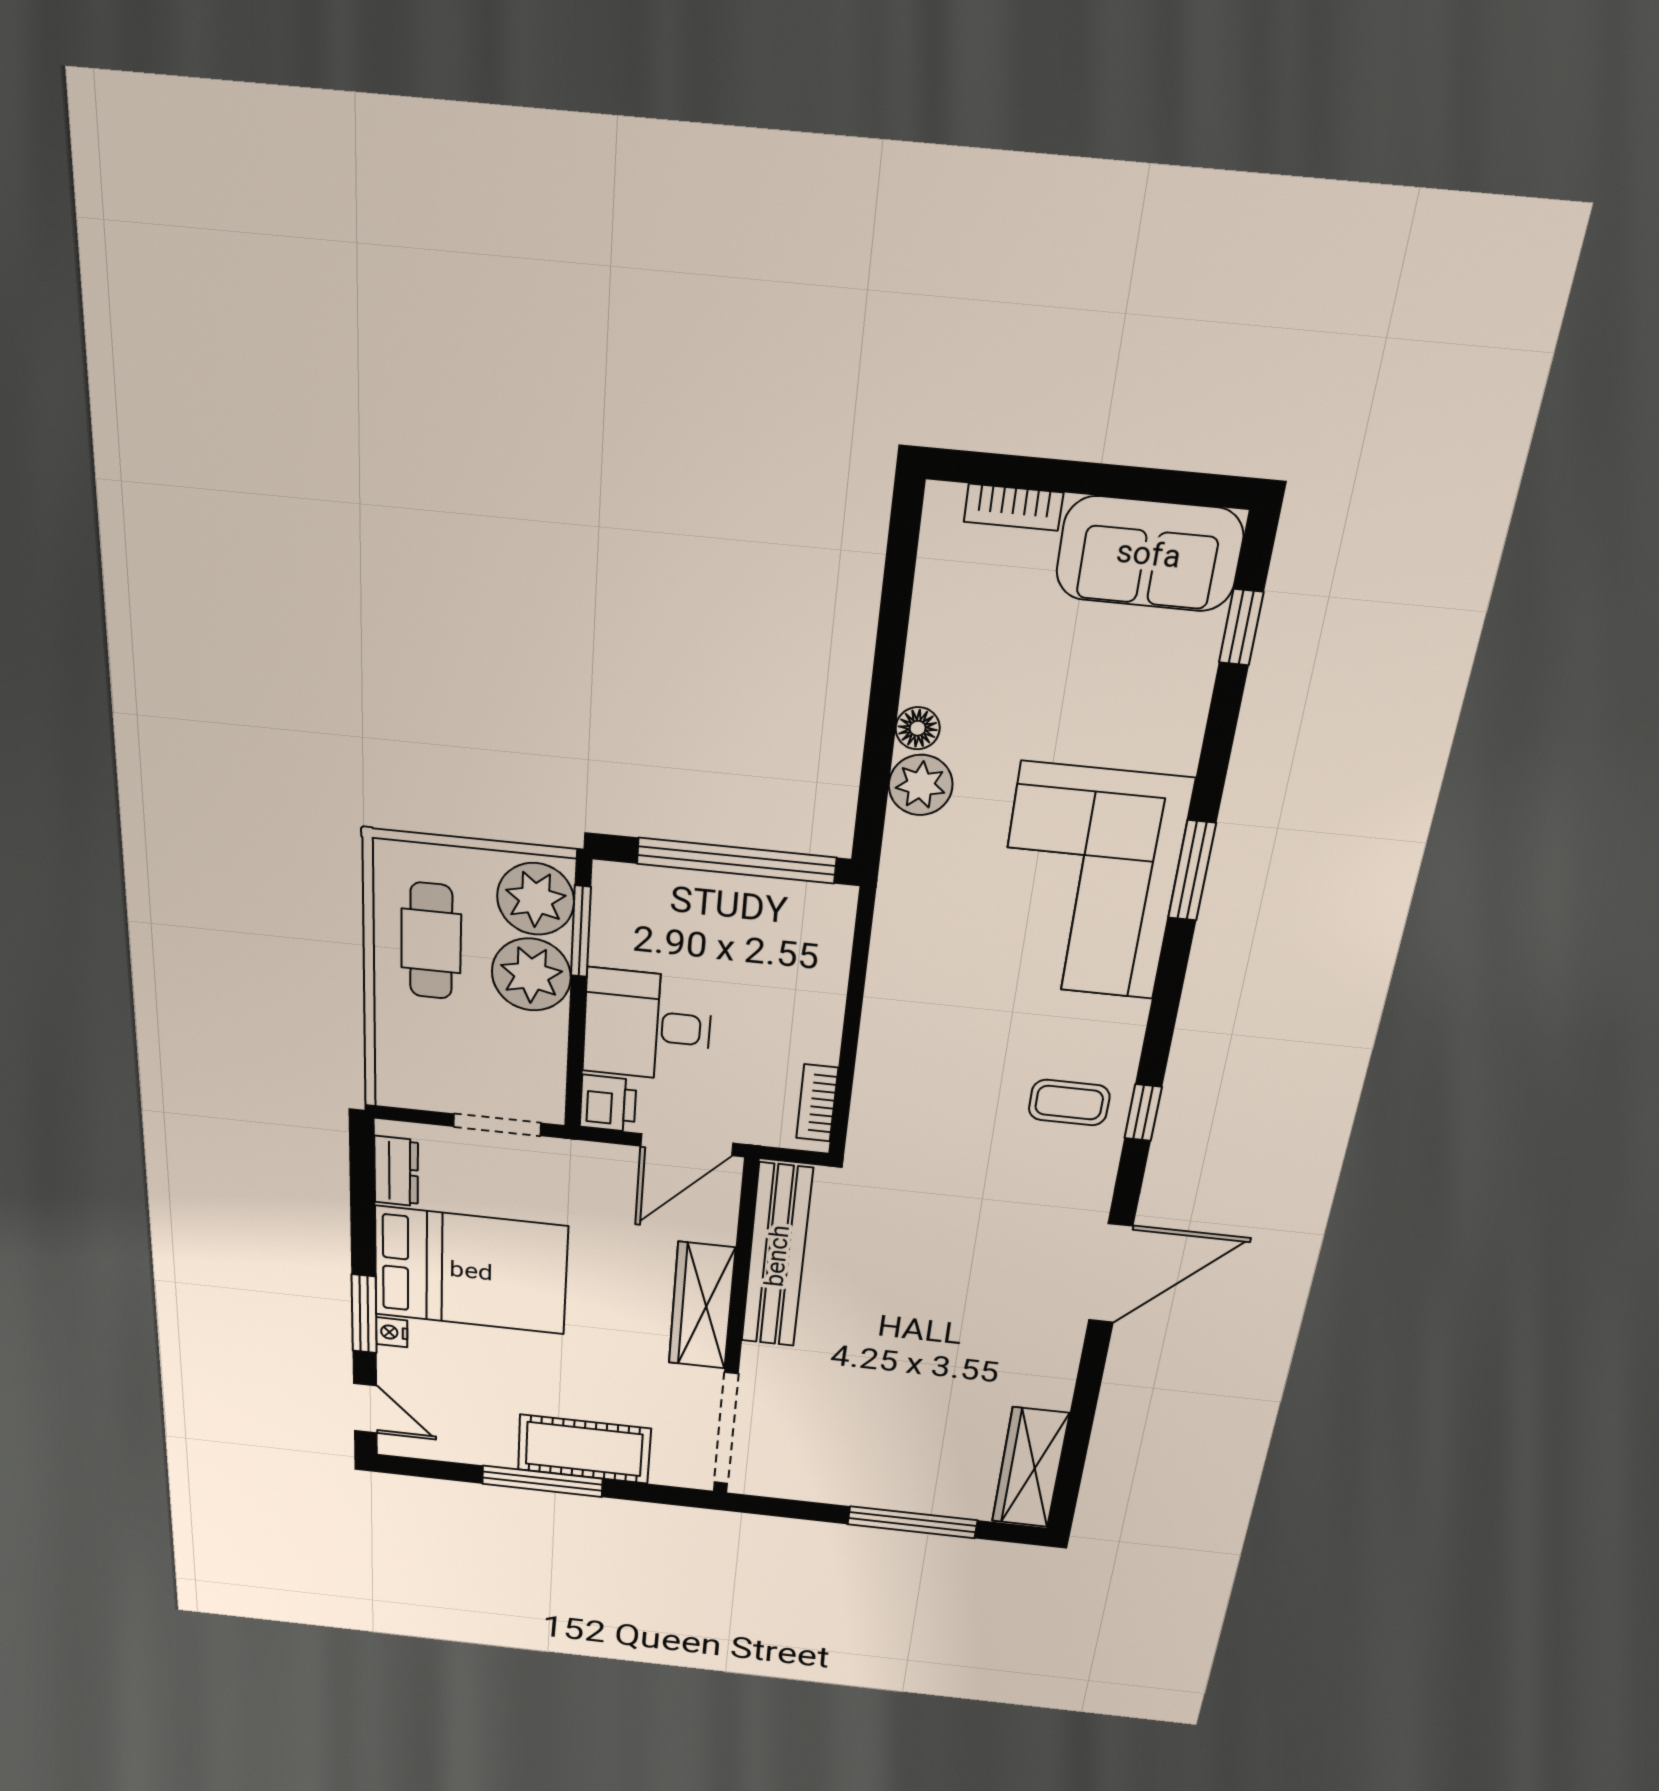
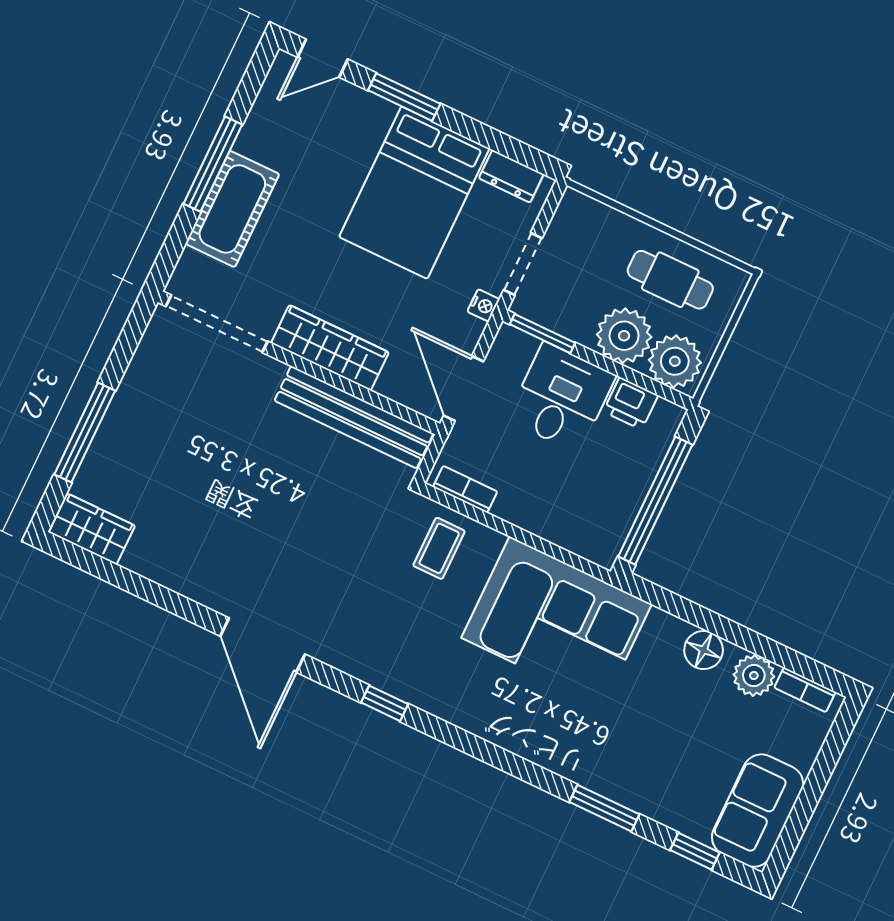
bookcase: (1013, 507) -> (805, 690), moved, turned -90
floor lamp: (918, 728) -> (704, 650), width x1.37, depth x1.37
plant: (921, 785) -> (754, 676), moved
window: (1192, 871) -> (604, 808), moved
corner sofa: (1088, 883) -> (557, 621), moved, turned 180
window: (581, 931) -> (543, 334), moved
printer: (608, 1103) -> (631, 403), moved
coffee table: (1069, 1103) -> (439, 548), moved
nightstand: (392, 1332) -> (483, 305), moved, turned 90
wardrobe: (1030, 1468) -> (92, 529), width x0.67

